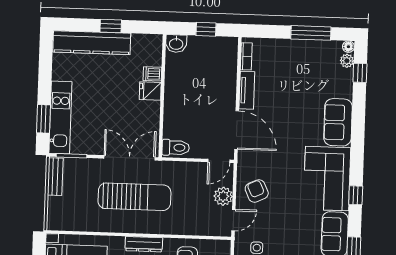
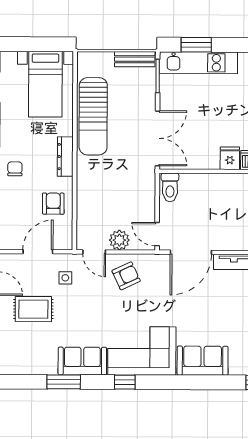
sun lounger: (134, 197) -> (93, 116), moved

